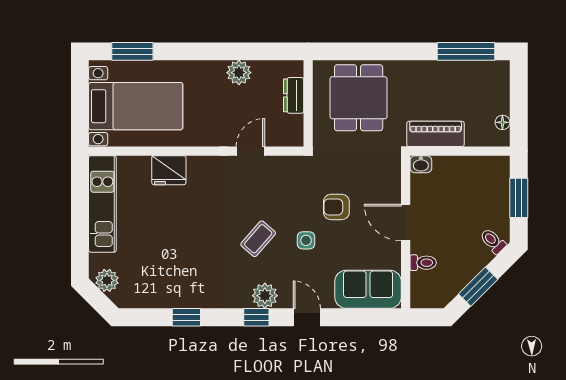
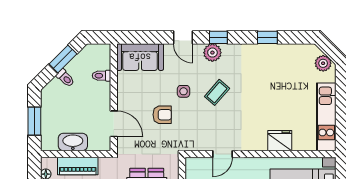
piano: (436, 134) -> (78, 166), moved
washbasin: (421, 164) -> (73, 142), moved, width x1.91, depth x1.45
door: (406, 223) -> (114, 124), moved
toilet: (493, 241) -> (65, 78), moved

